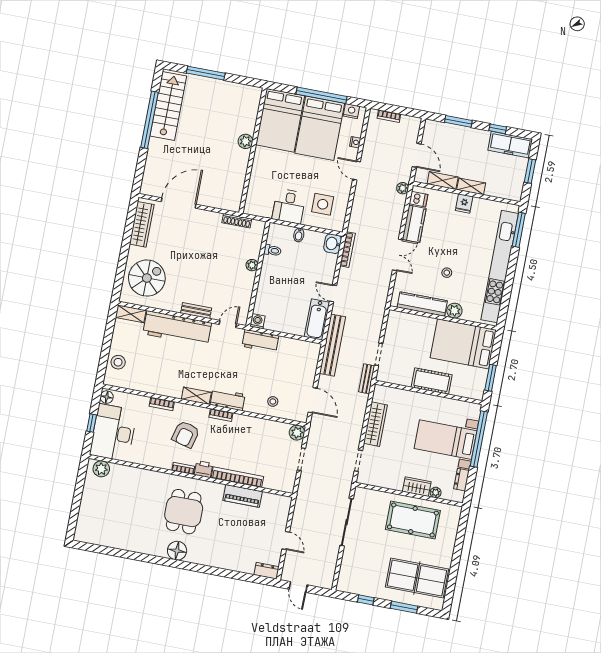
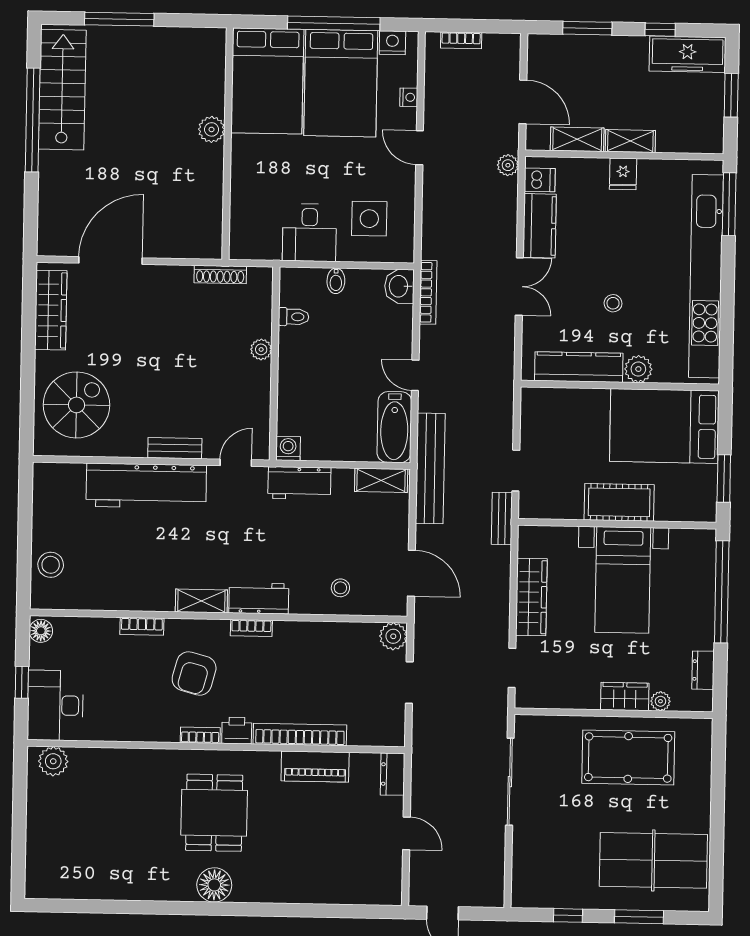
shelving: (131, 314) -> (381, 480), moved
desk: (113, 433) -> (55, 705), width x0.73, depth x0.77
bed with nightstands: (446, 440) -> (623, 580), moved, turned -90
dresser: (267, 571) -> (393, 774), moved, turned -90

